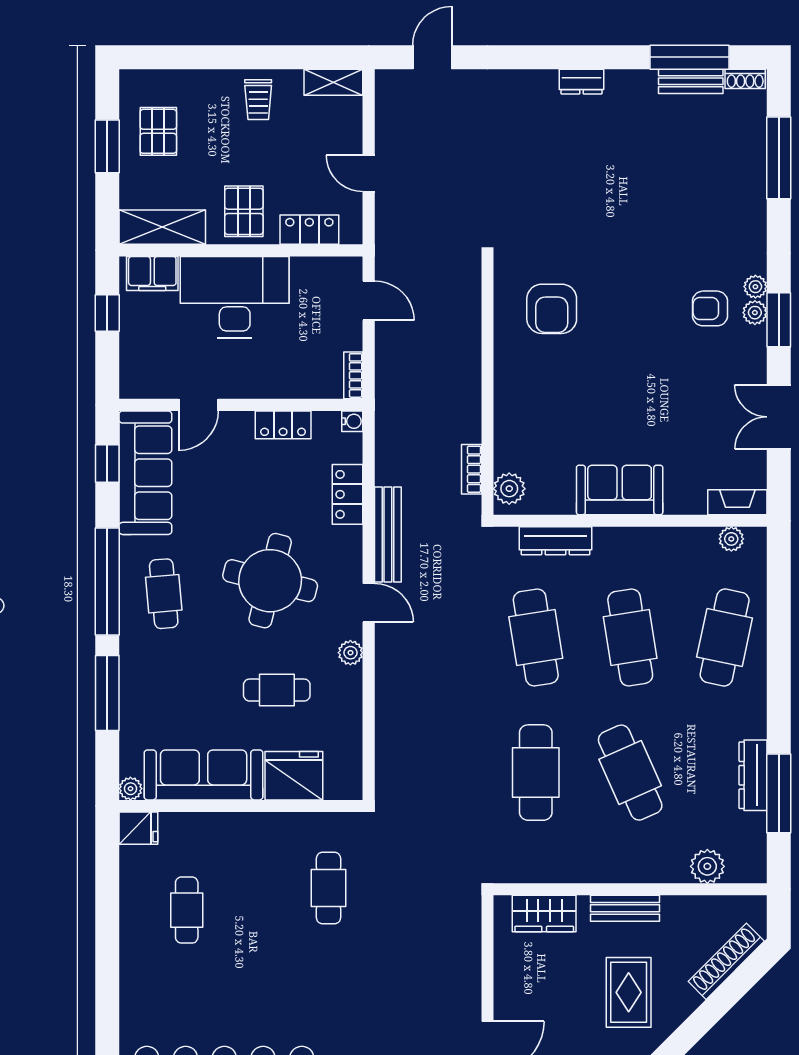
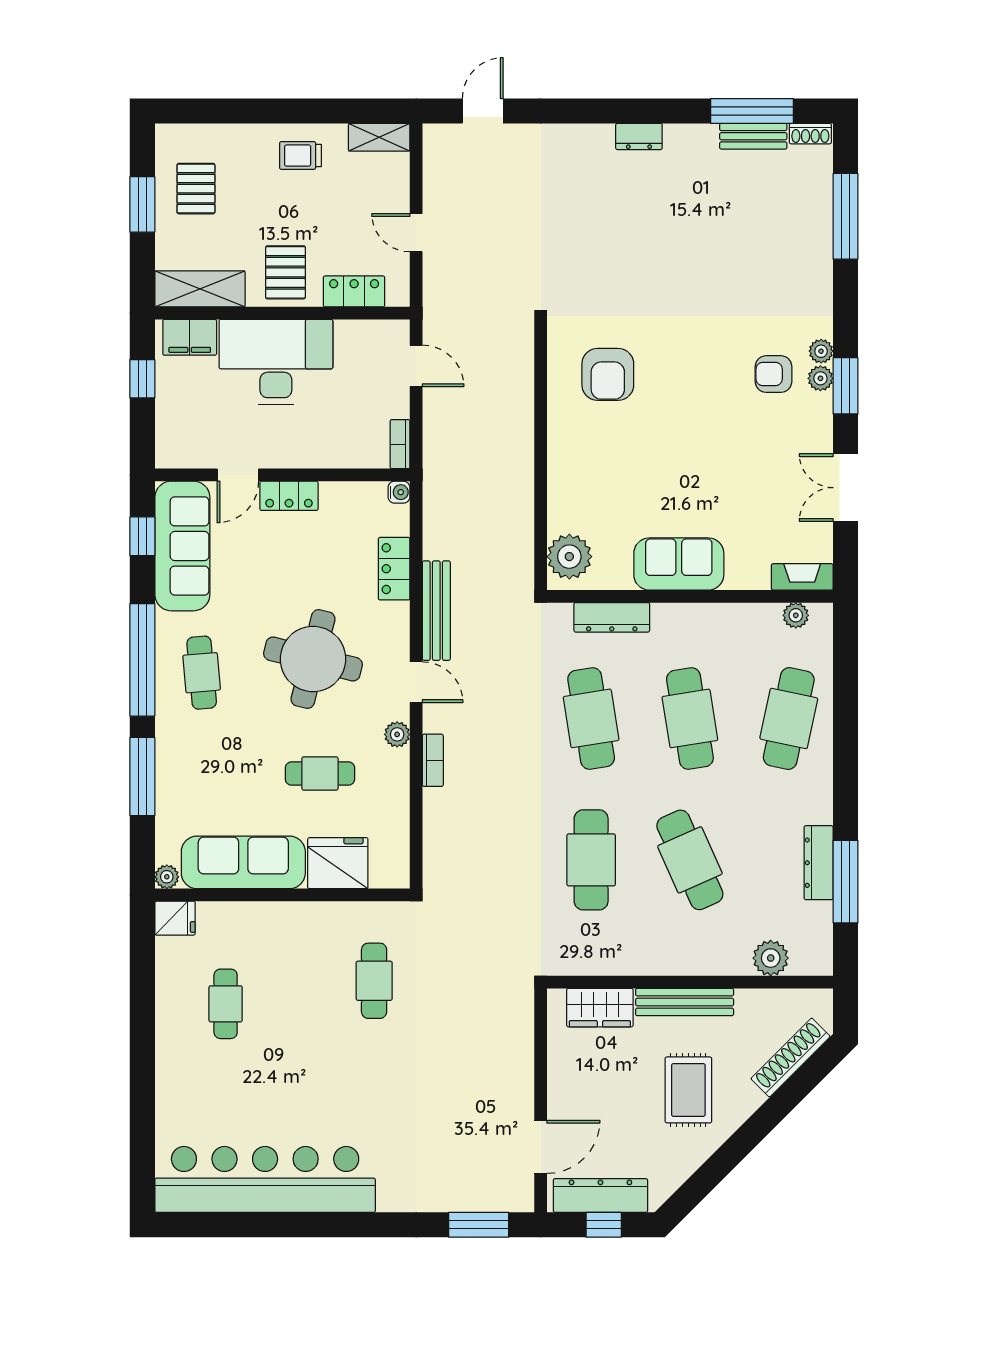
trolley: (258, 100) -> (301, 156), turned 90
locker: (283, 425) -> (289, 496), moved
bookcase: (472, 469) -> (433, 760), moved, turned 180
plant: (509, 489) -> (569, 557), width x1.36, depth x1.36
bench: (625, 908) -> (685, 1002), width x1.36

